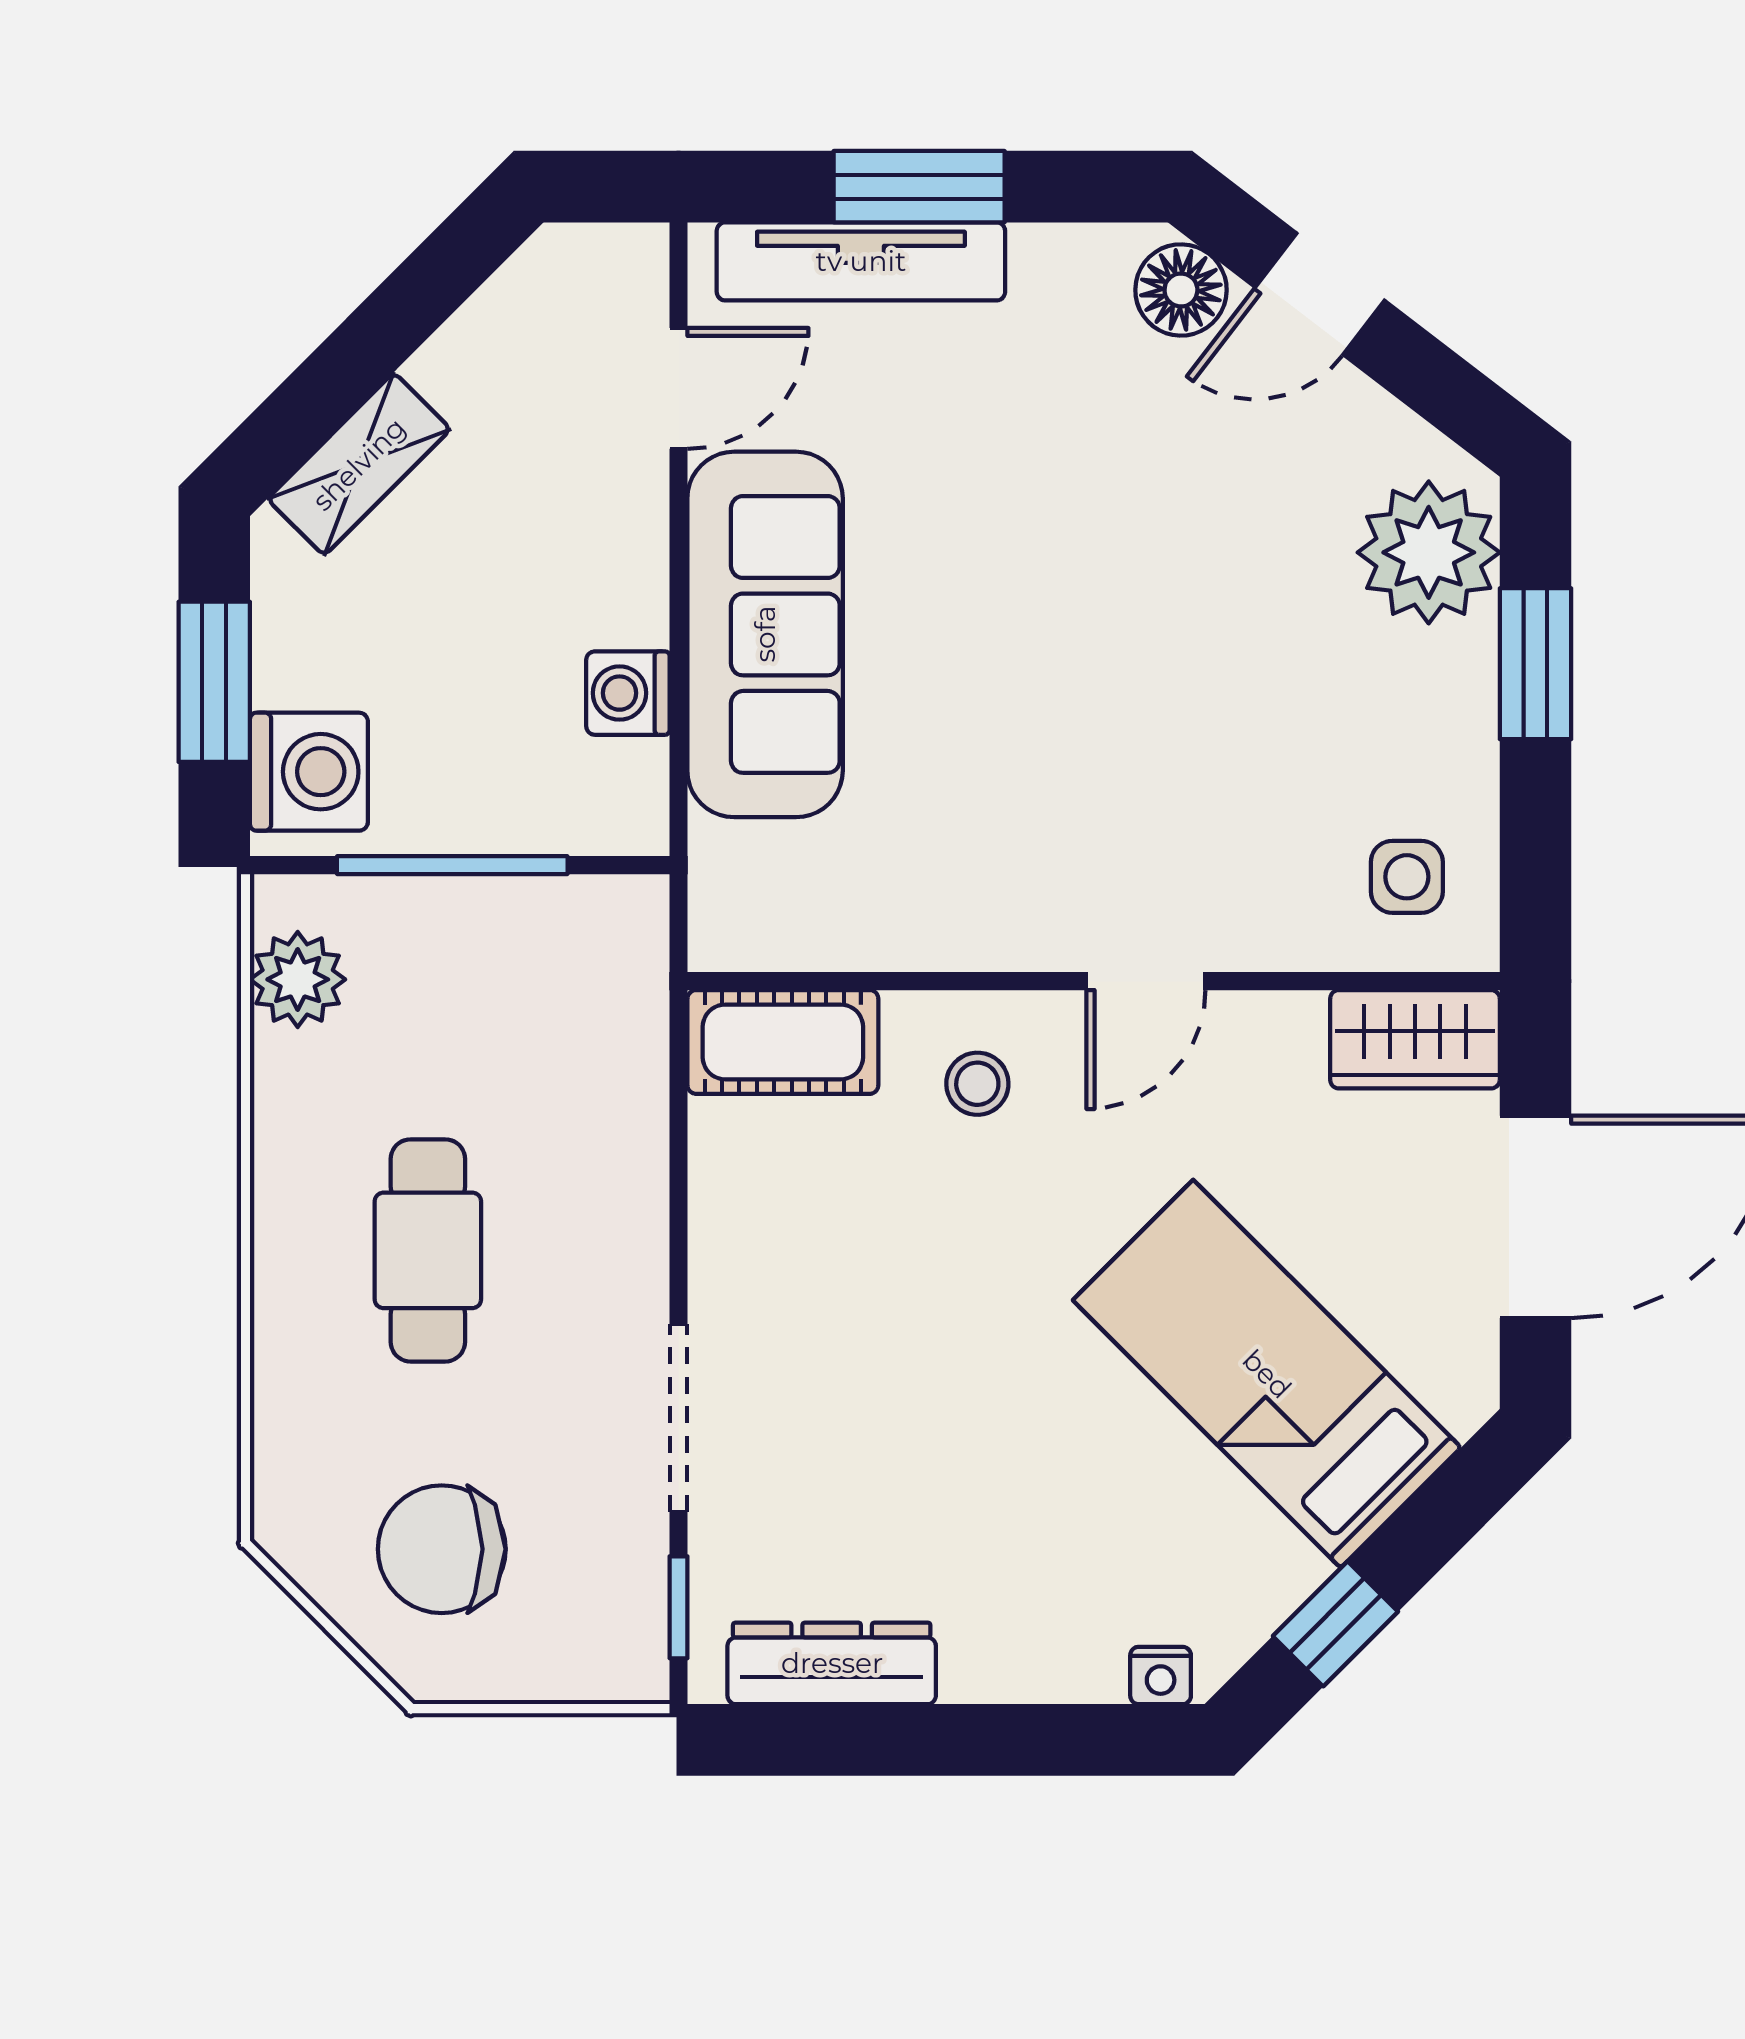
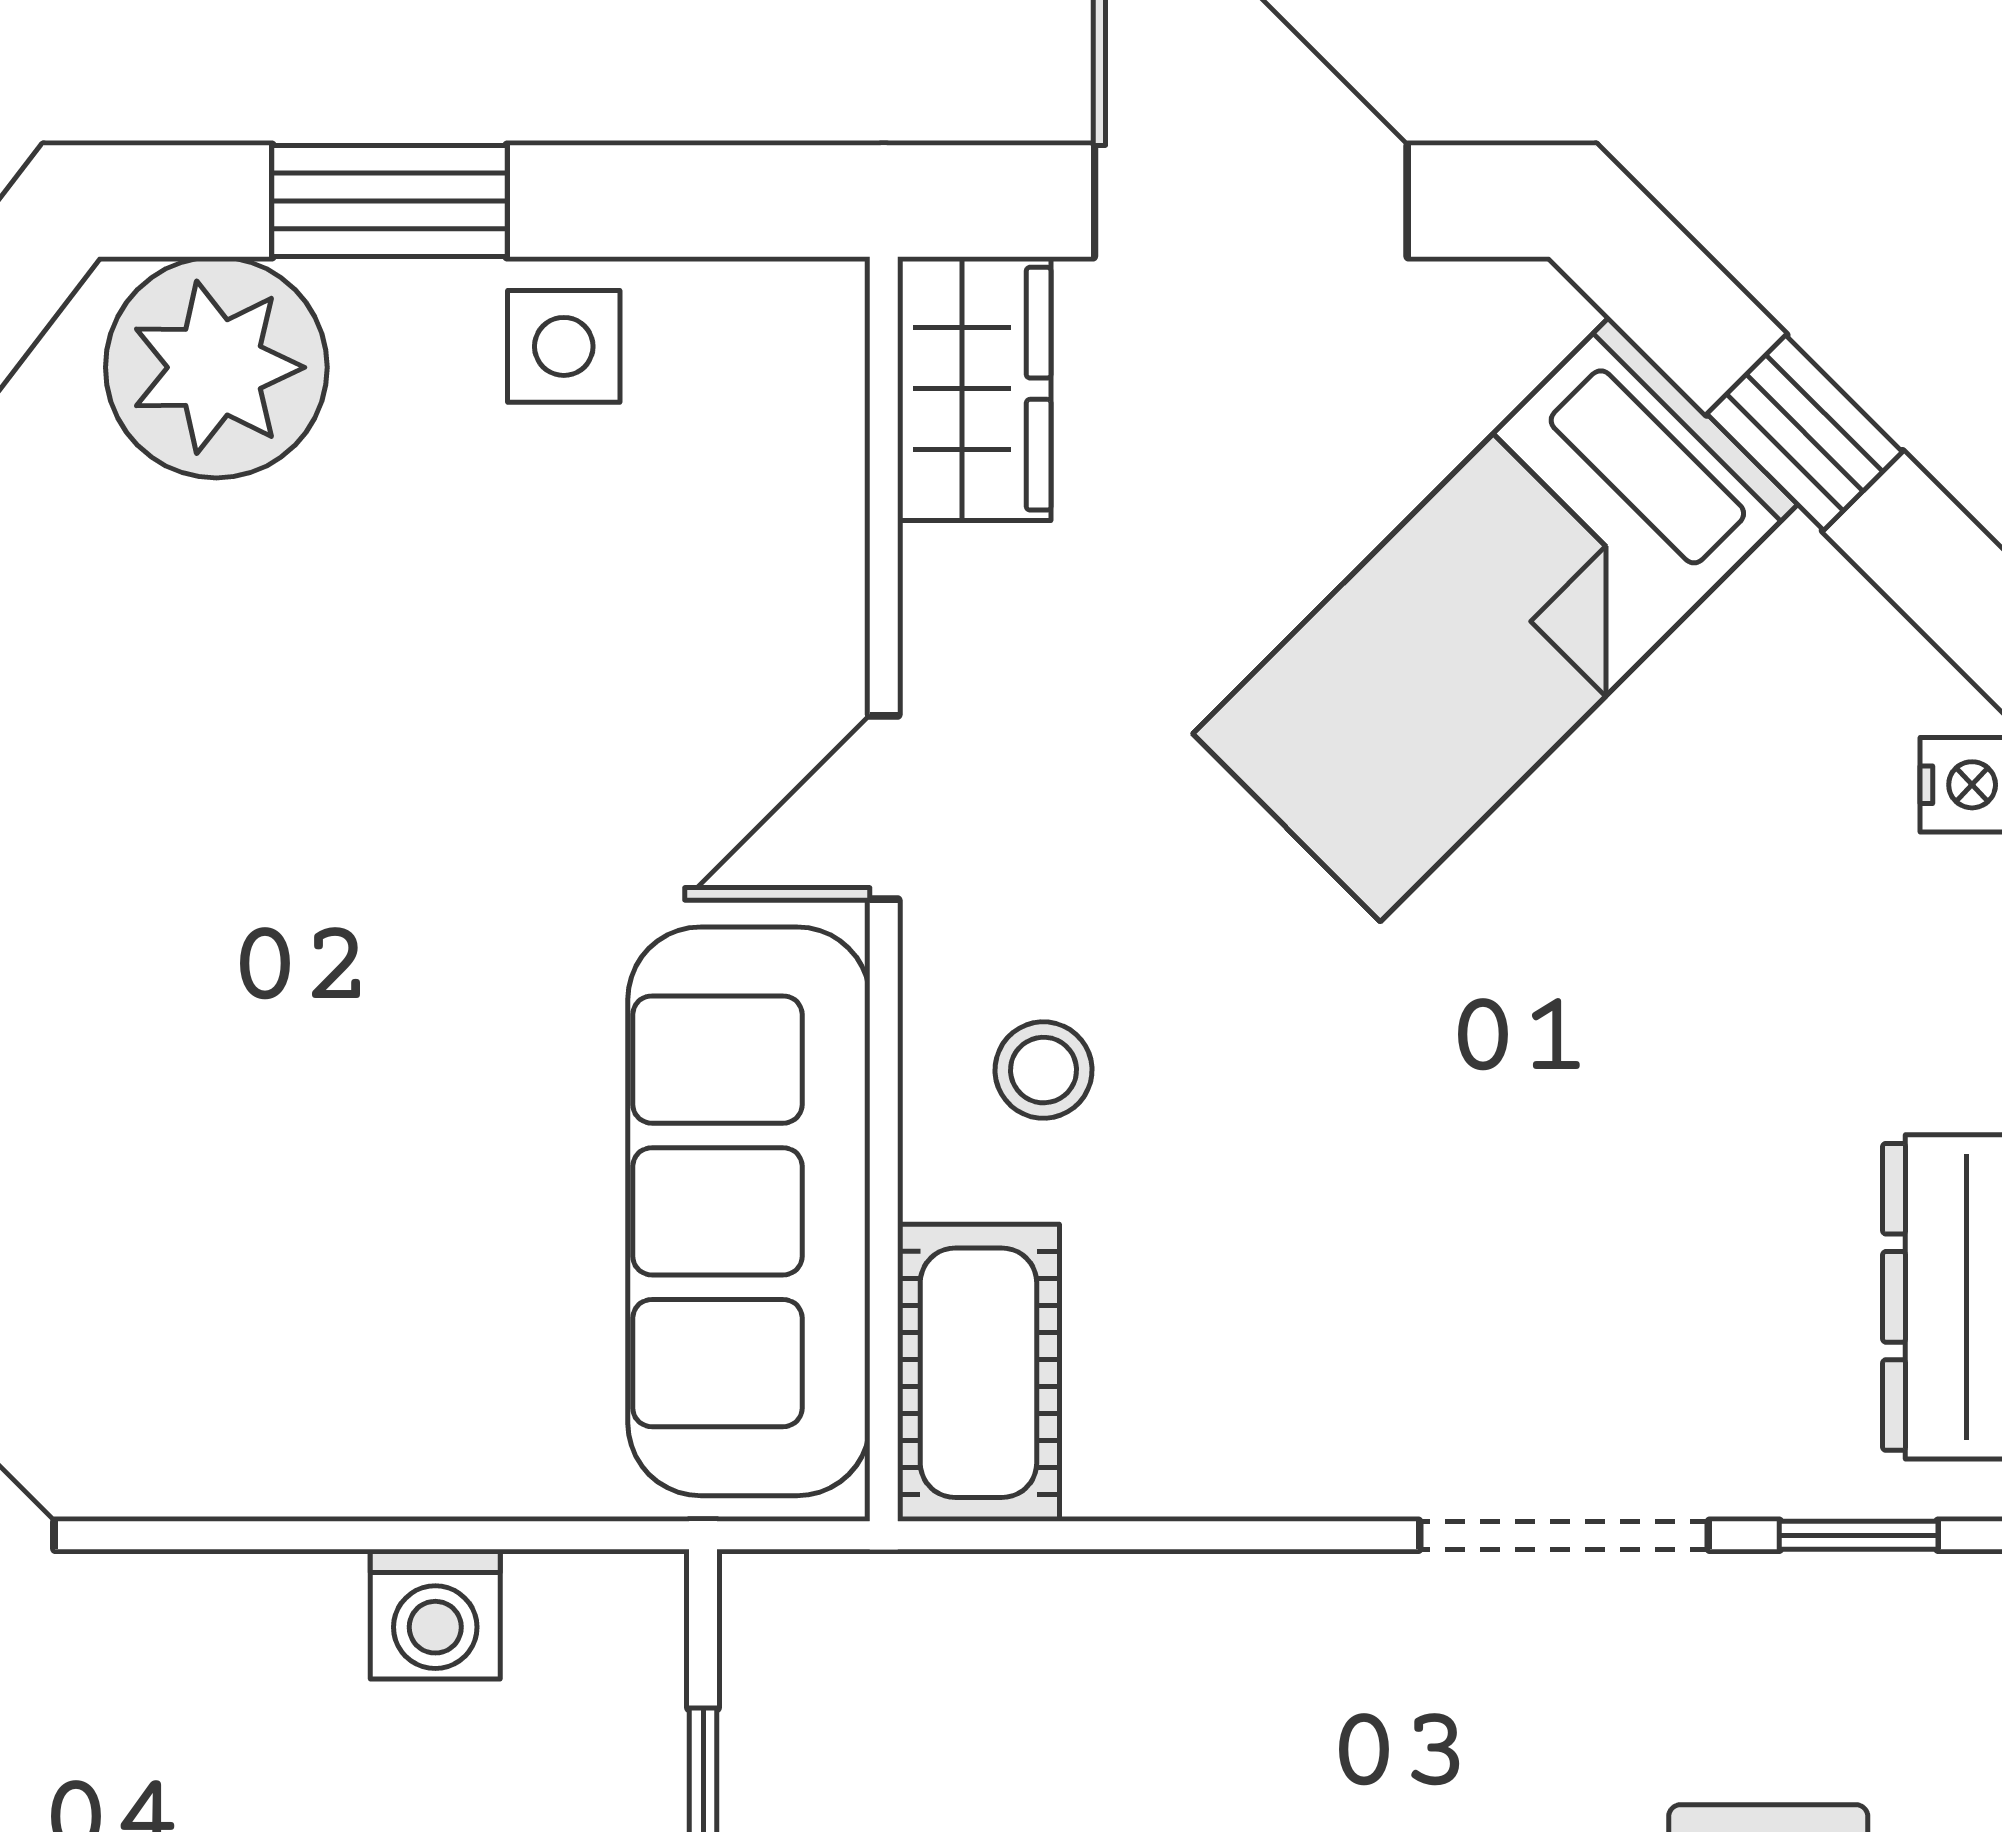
sofa: (765, 634) -> (749, 1211), moved, turned -90
side table: (1407, 877) -> (564, 346), moved
door: (1146, 981) -> (884, 807), swing flipped
window: (1335, 1624) -> (1805, 433), moved

